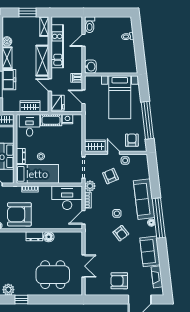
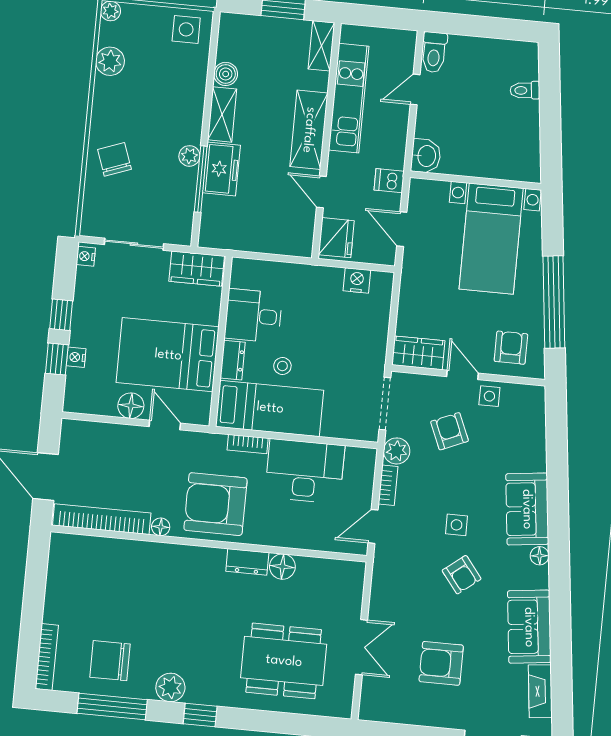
wardrobe: (30, 106) -> (267, 240), removed
cot: (51, 120) -> (316, 279), removed
desk: (30, 125) -> (253, 316), moved, turned -90
desk: (67, 198) -> (305, 471), moved
sofa: (144, 199) -> (527, 509), width x0.73
window: (159, 218) -> (559, 546), removed
armchair: (119, 281) -> (441, 663), moved

